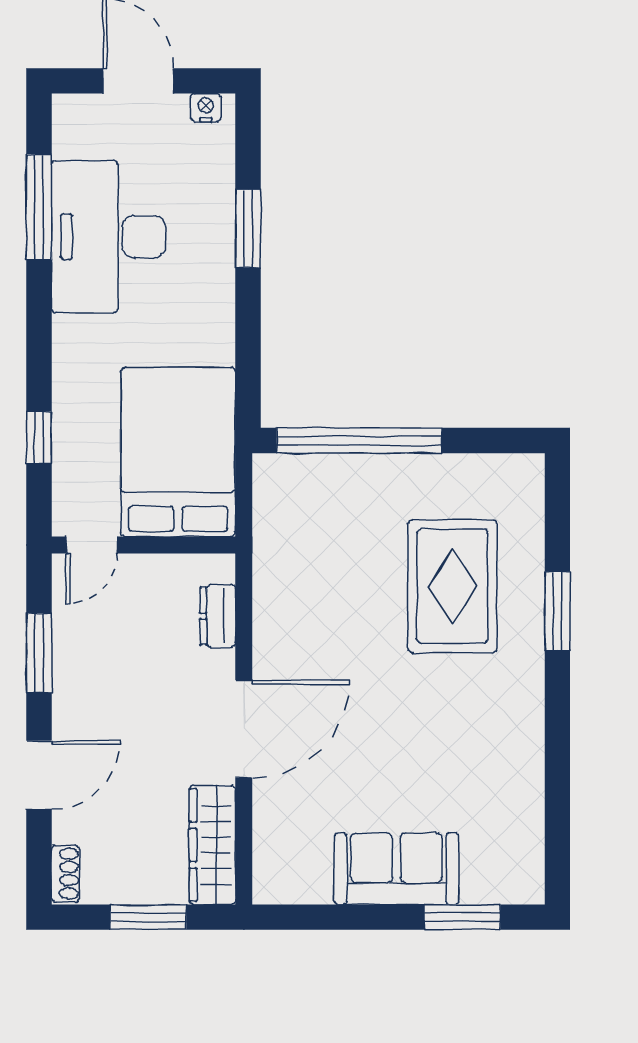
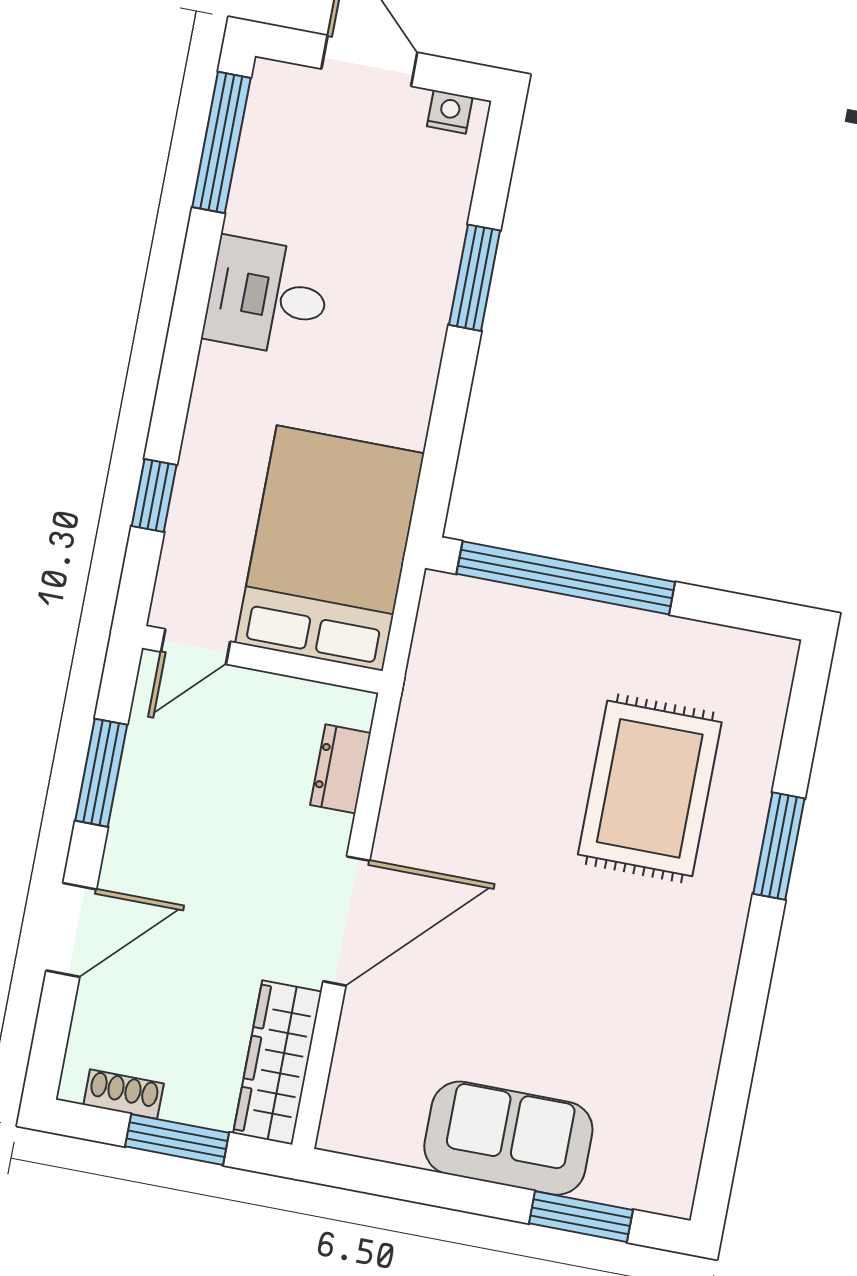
window: (39, 207) -> (221, 142), moved
desk: (109, 237) -> (267, 297), width x0.53, depth x0.77
shoe rack: (65, 874) -> (124, 1094), moved, turned -90

